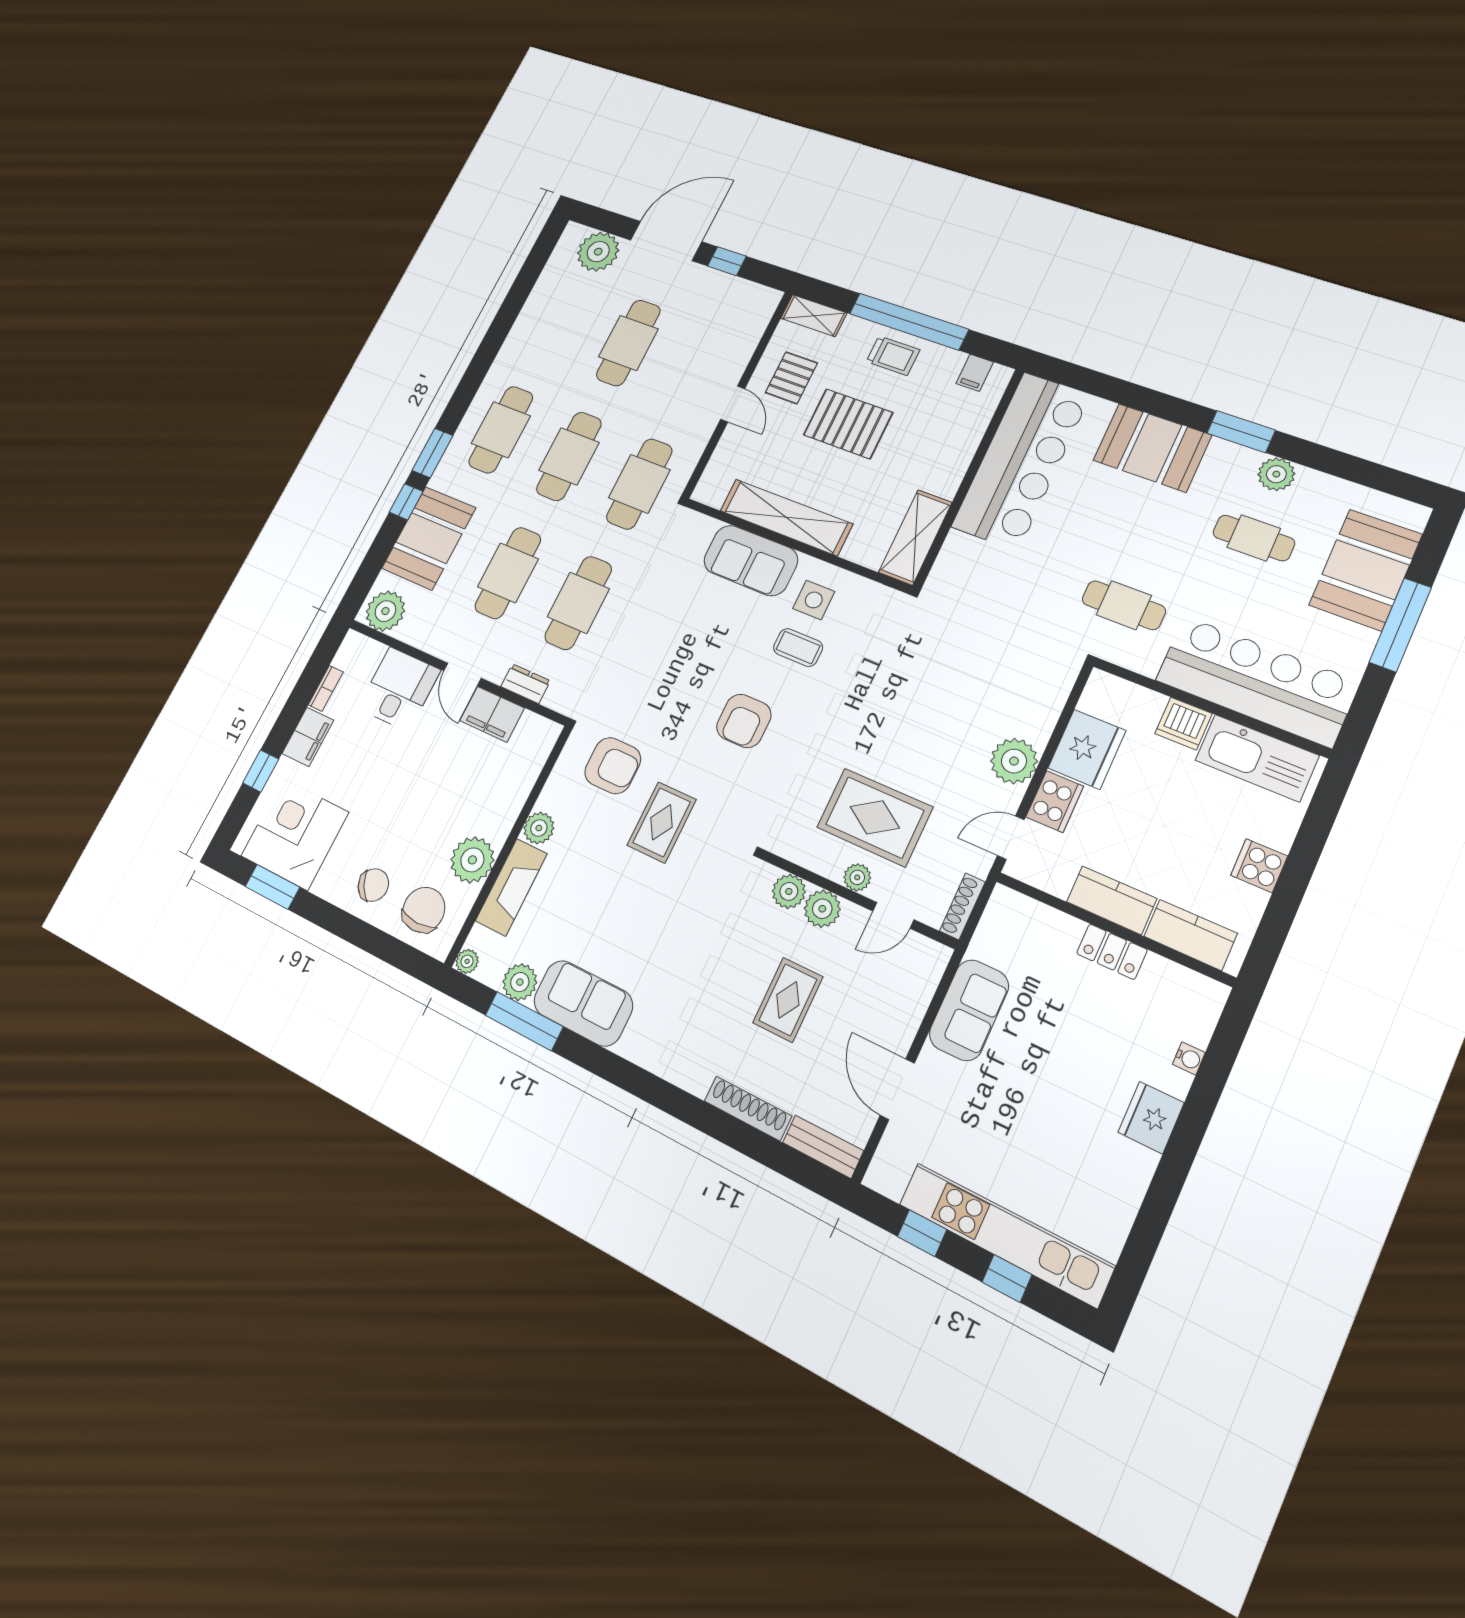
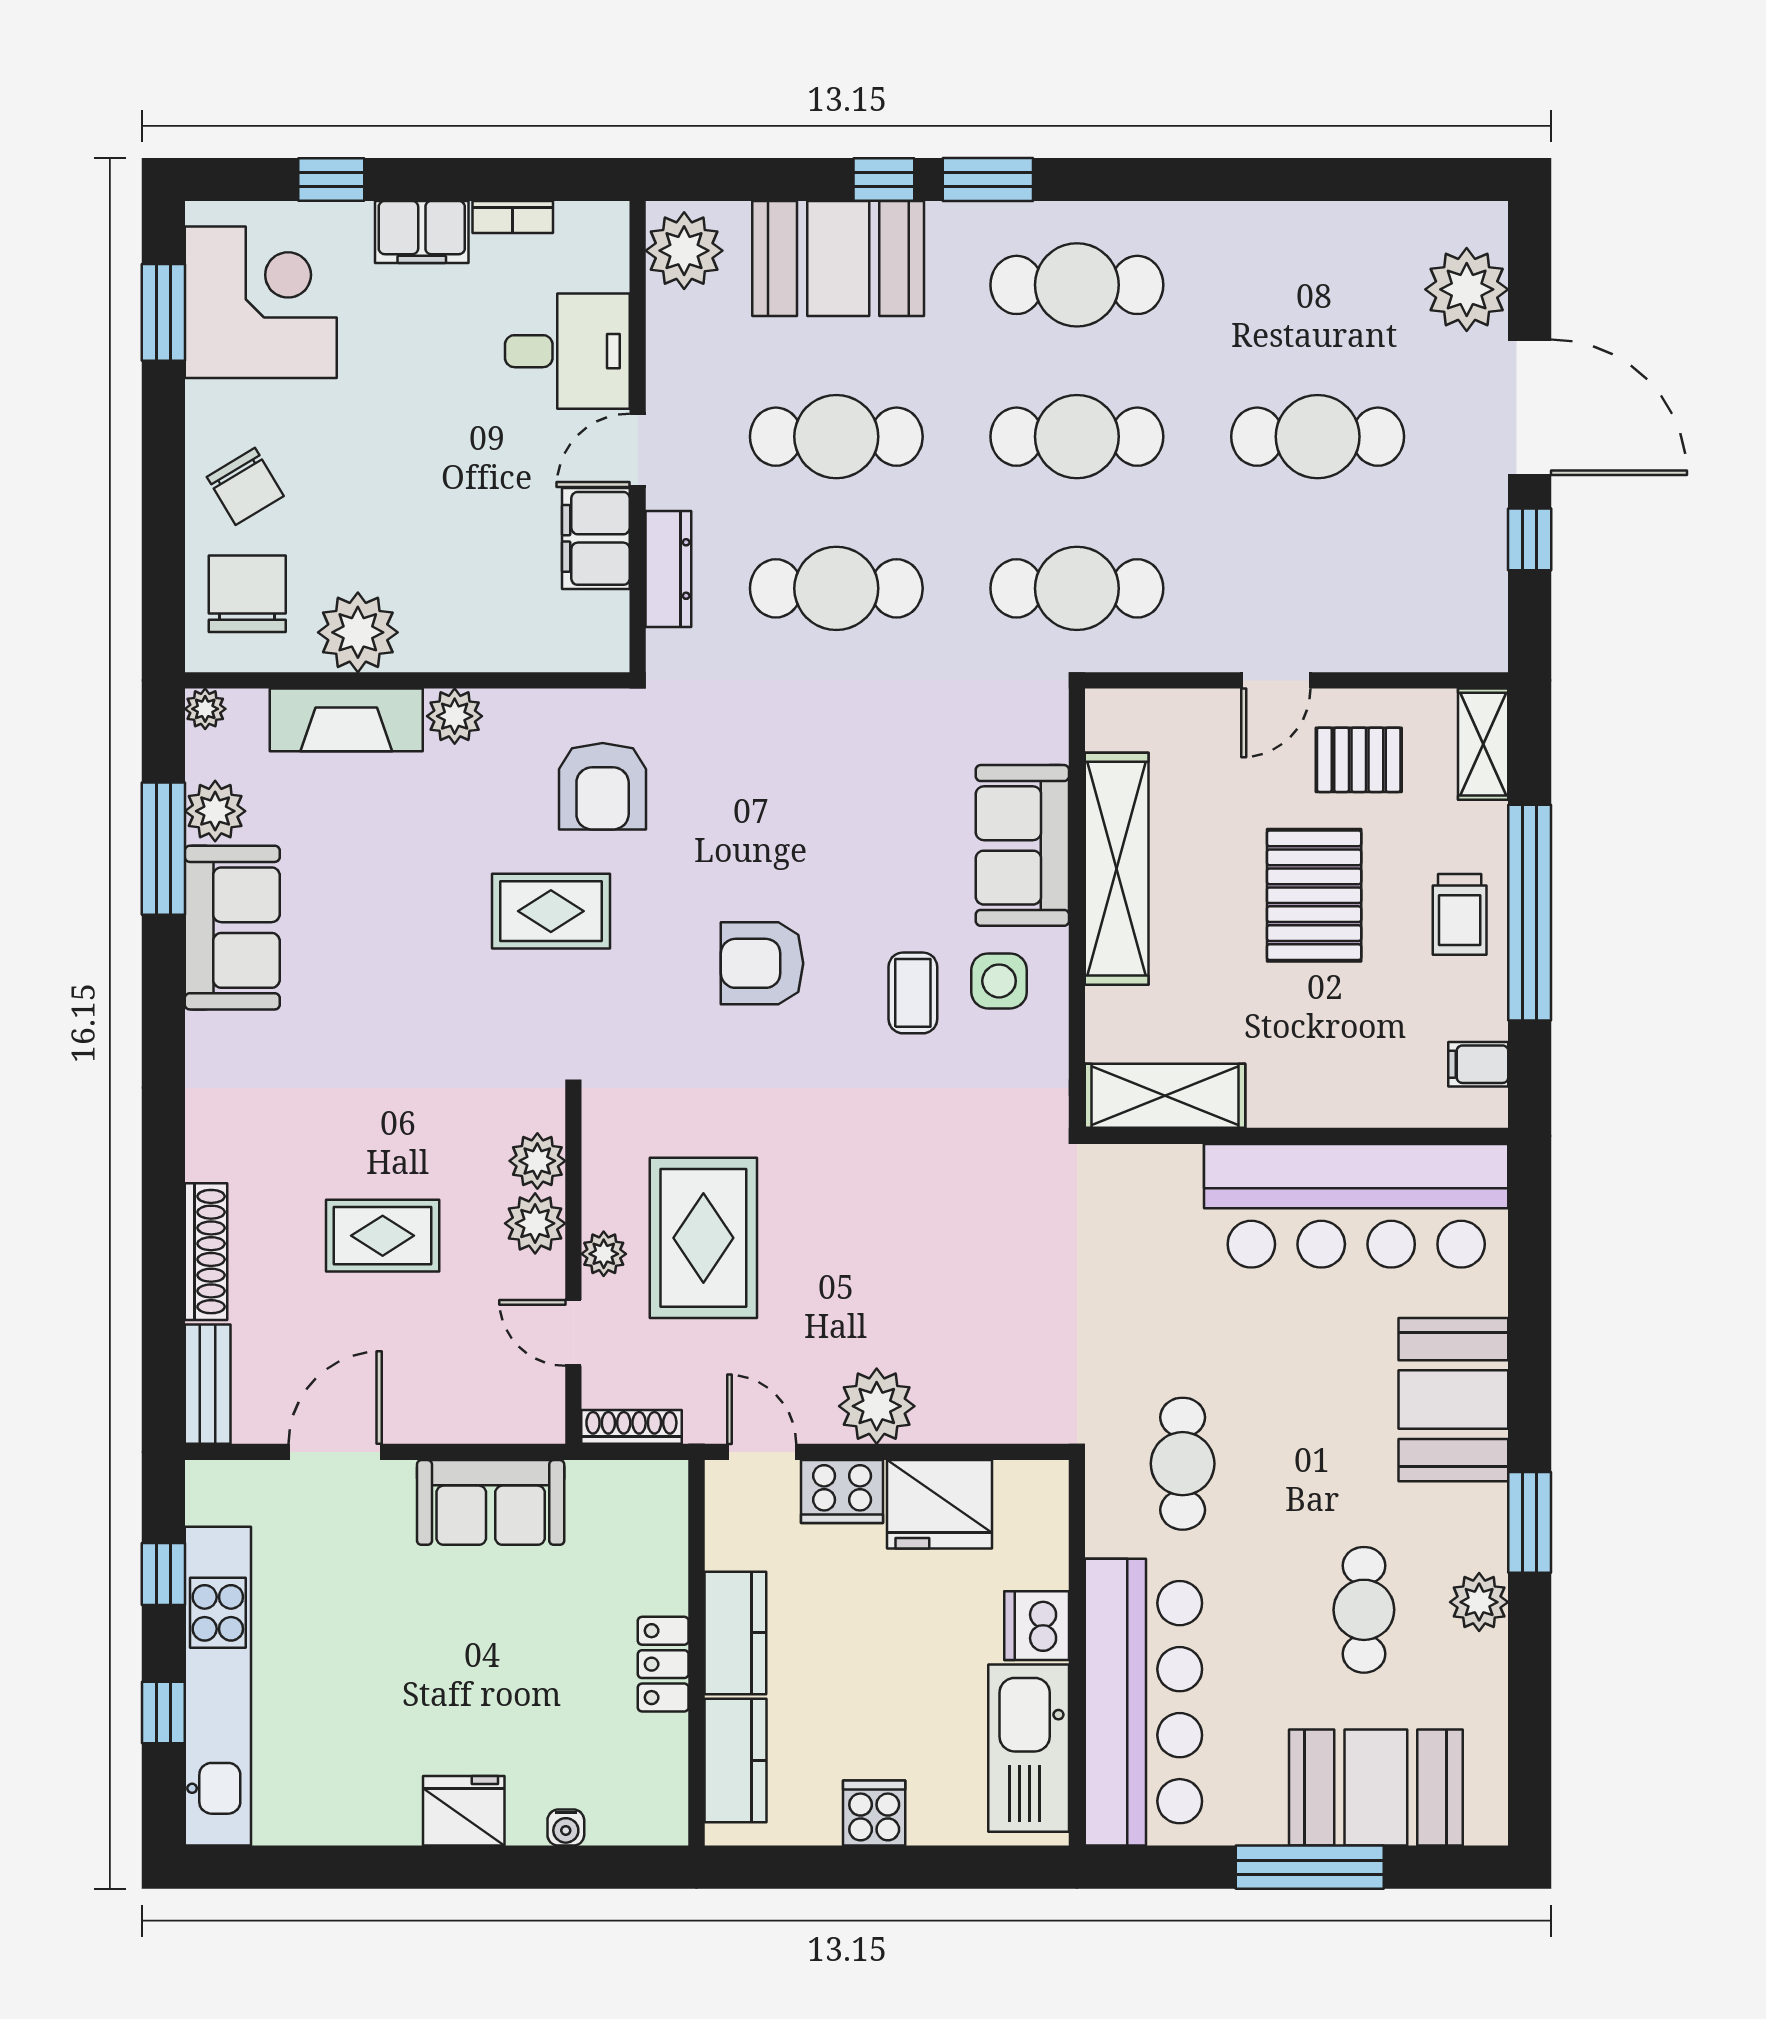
dresser: (526, 684) -> (668, 569), width x1.44
chair: (424, 910) -> (247, 594), turned -90

